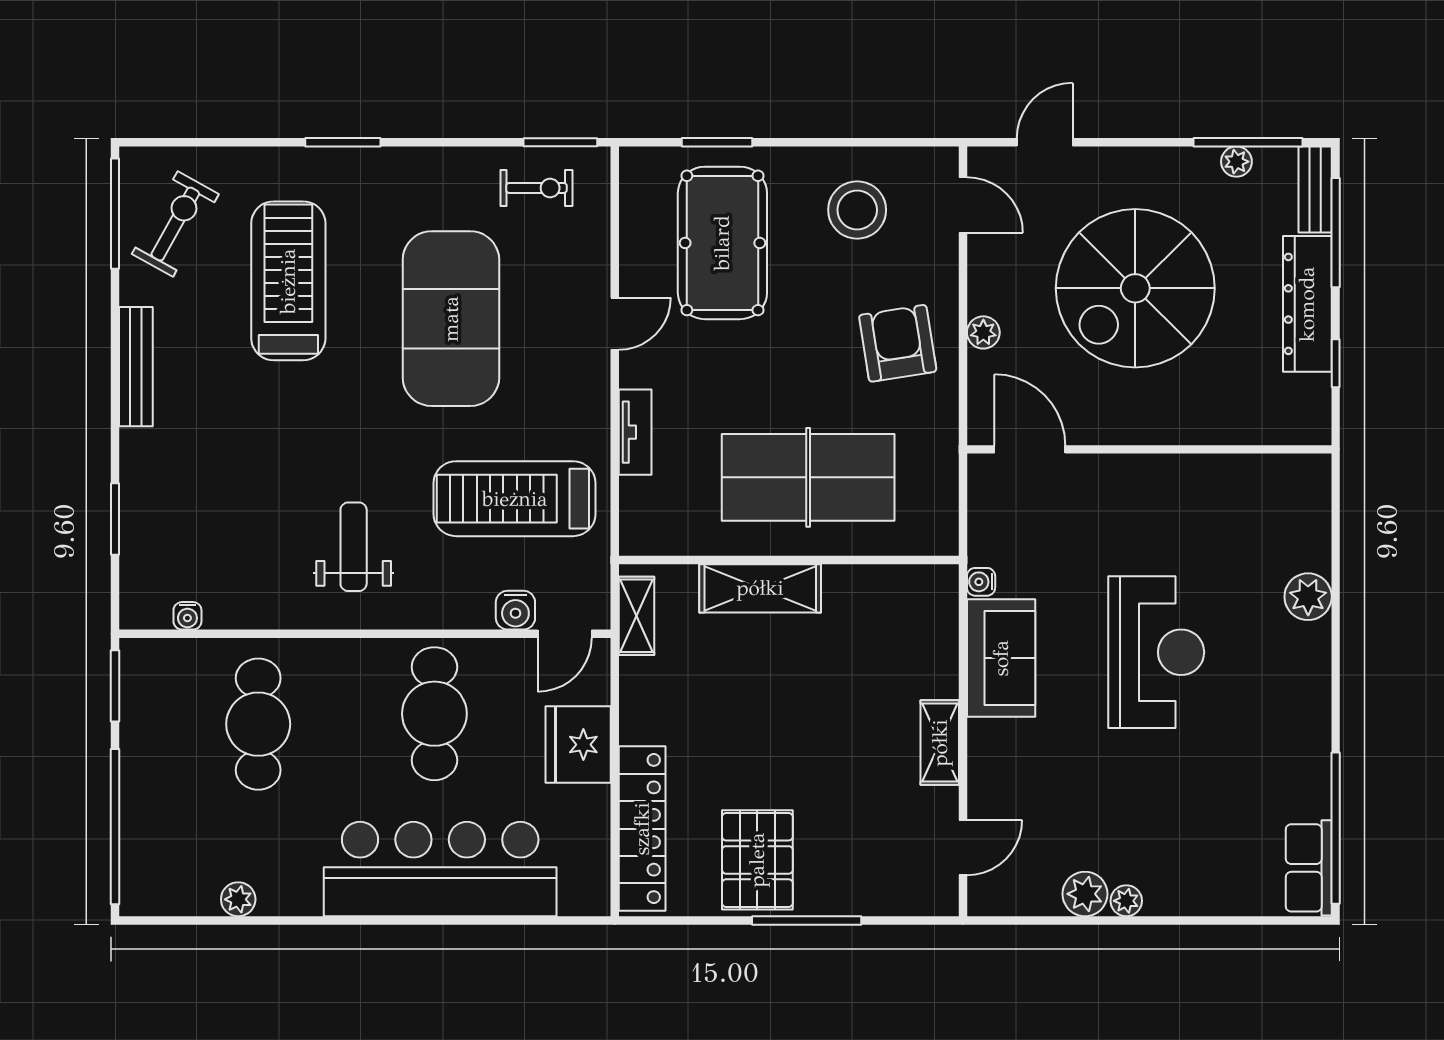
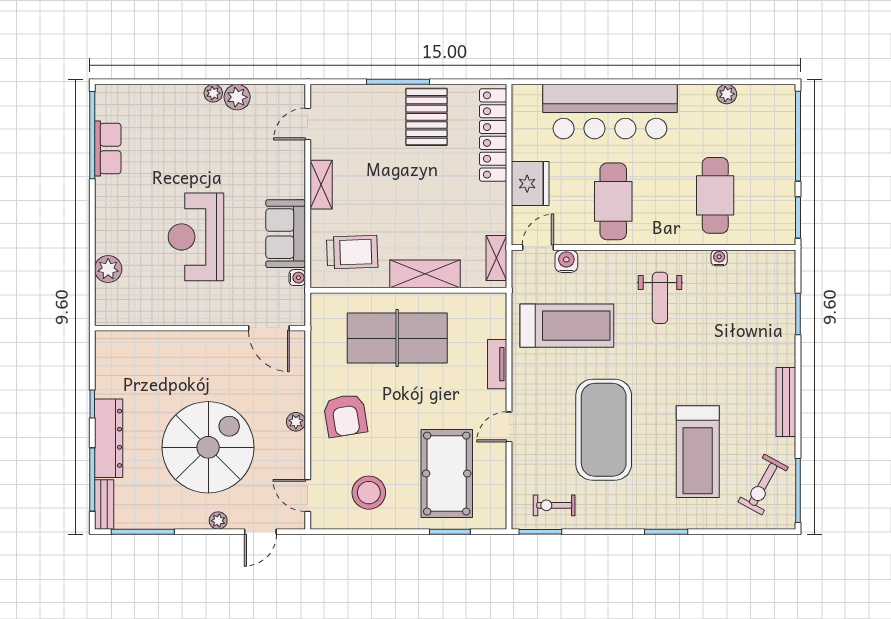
plant: (1236, 162) -> (218, 521), moved
door: (1030, 449) -> (269, 328), moved
wall: (1149, 449) -> (200, 328), moved
water cooler: (187, 616) -> (719, 258), moved
trolley: (886, 626) -> (352, 252), added
row of seats: (1309, 868) -> (108, 148), moved

